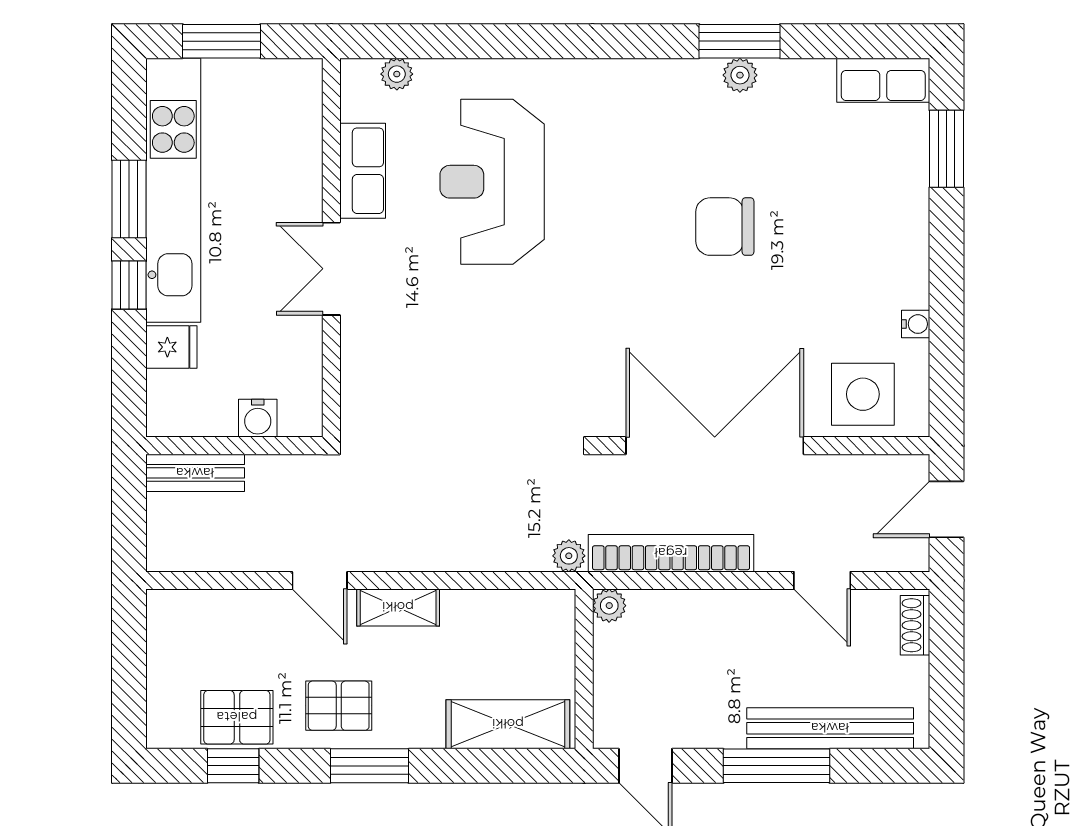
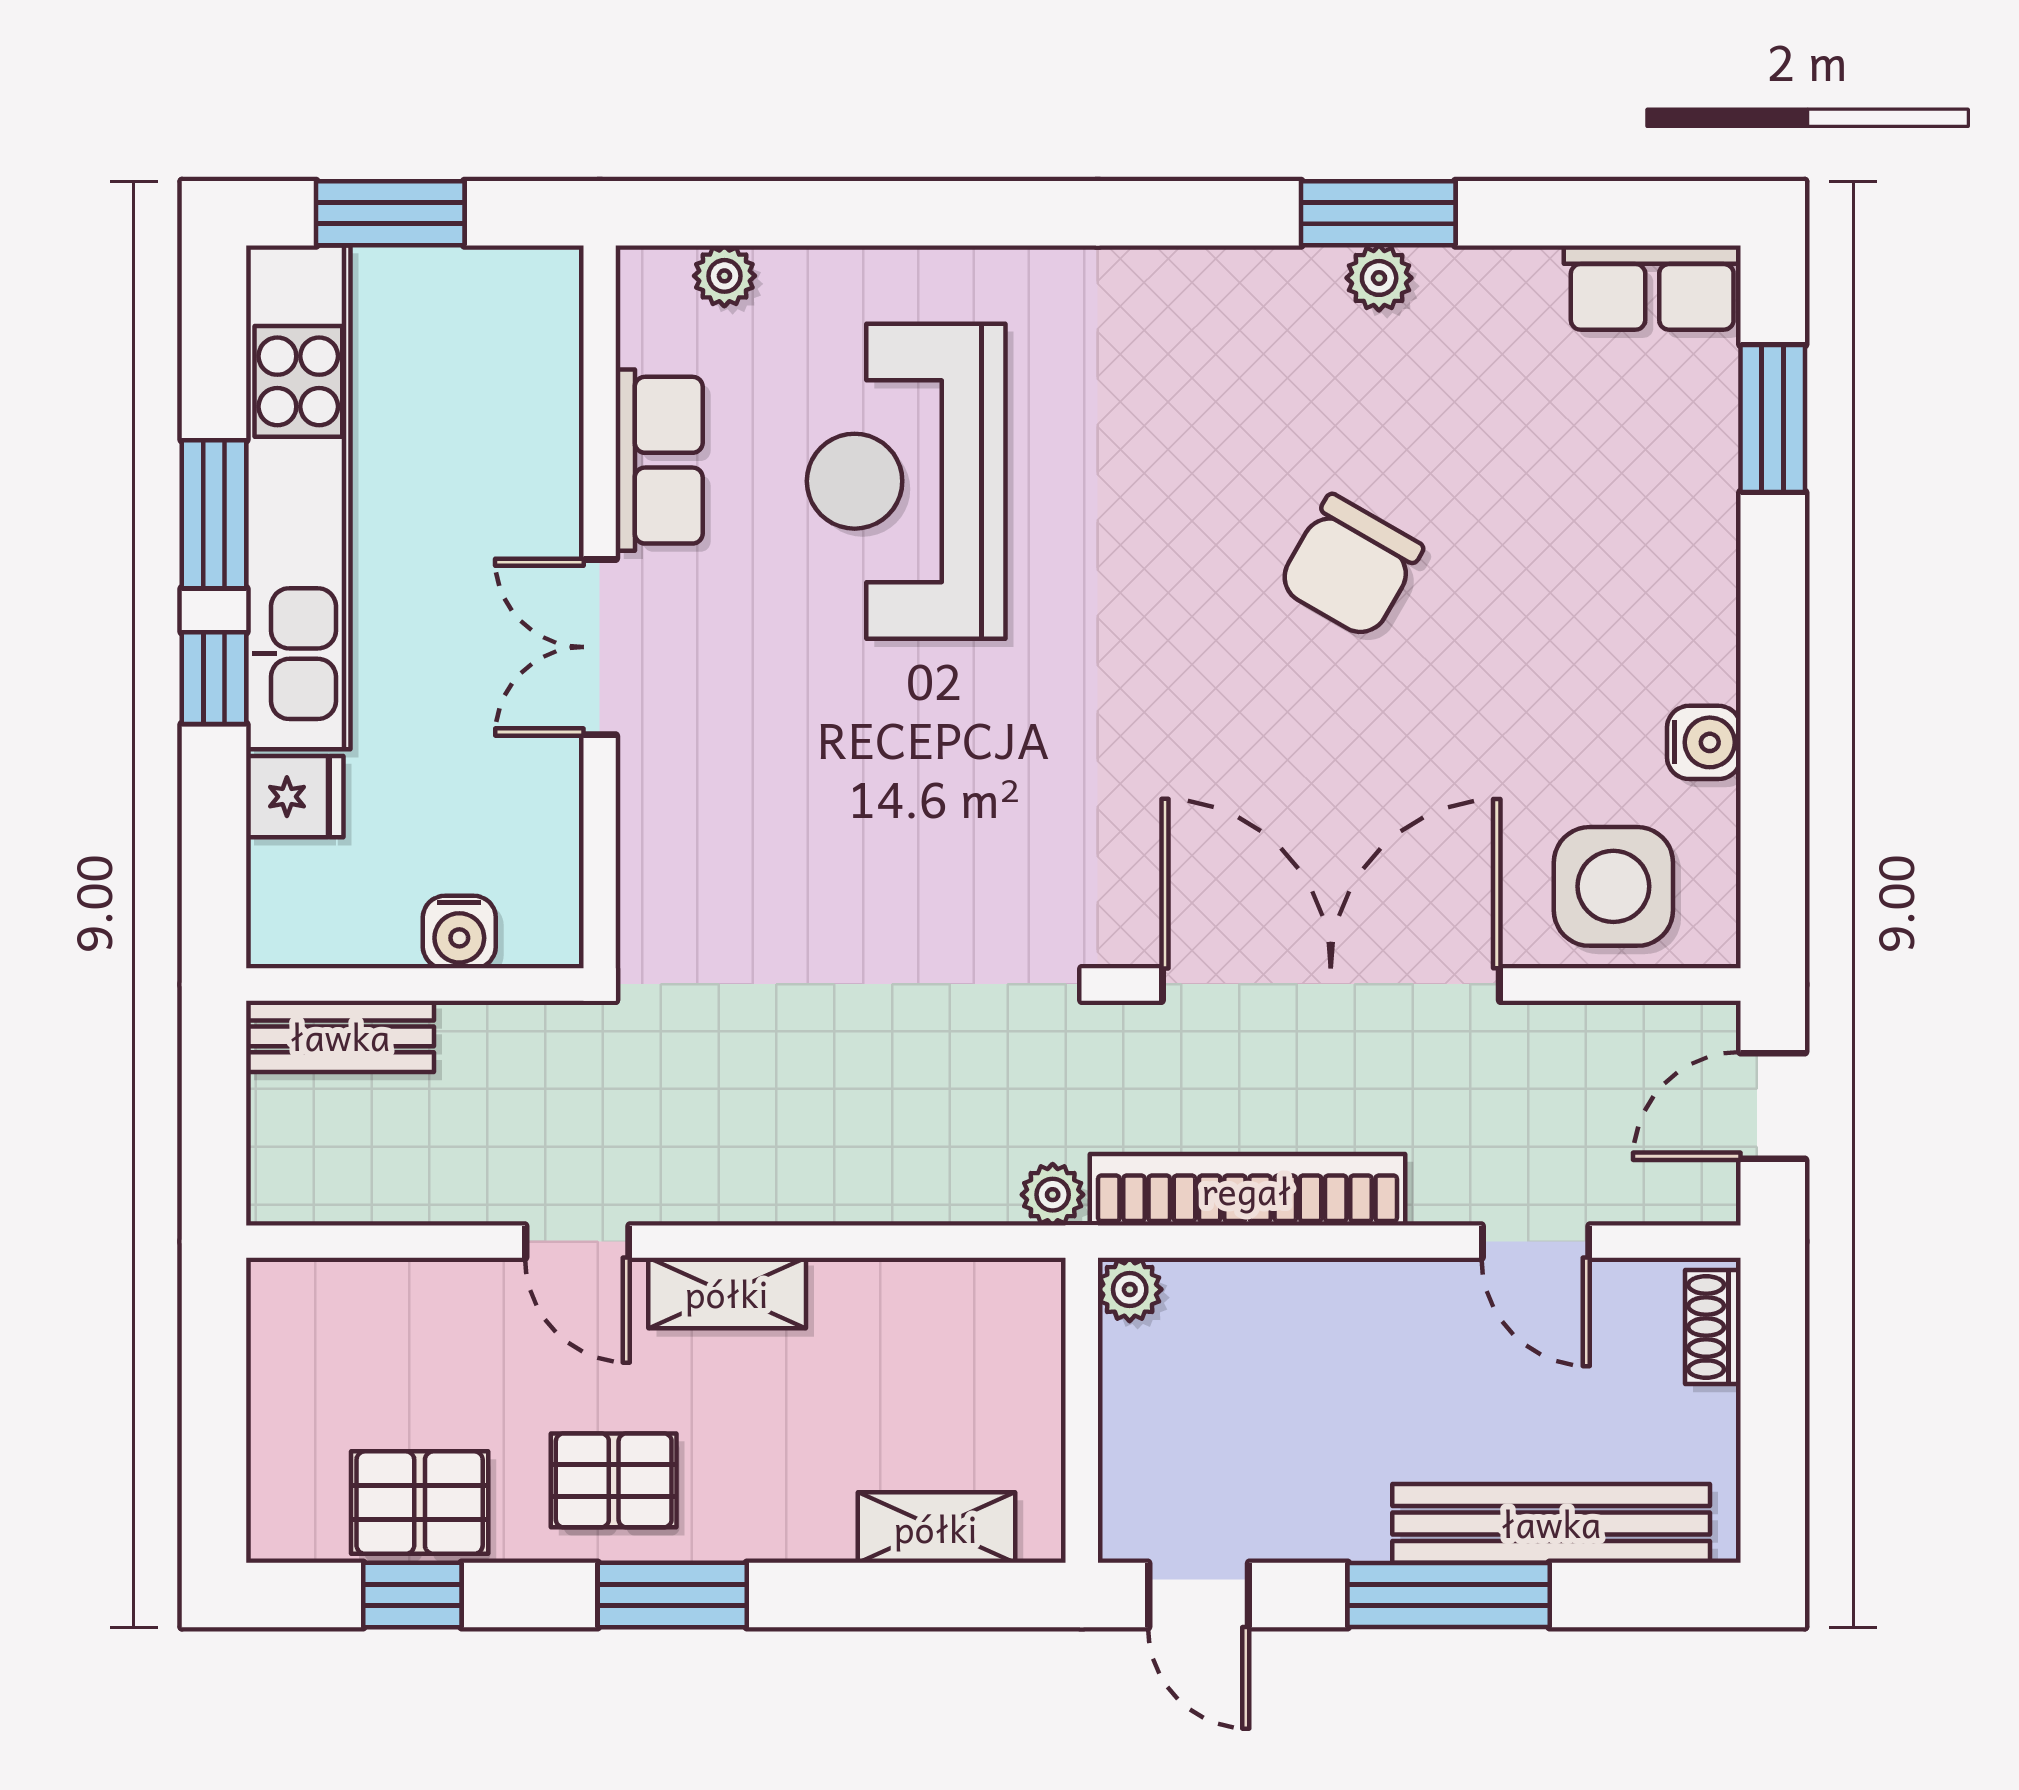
chair: (725, 227) -> (1350, 567), turned -60
water cooler: (916, 324) -> (1704, 742), width x1.38, depth x1.38
shelving: (508, 724) -> (936, 1528), width x0.67, depth x0.75

